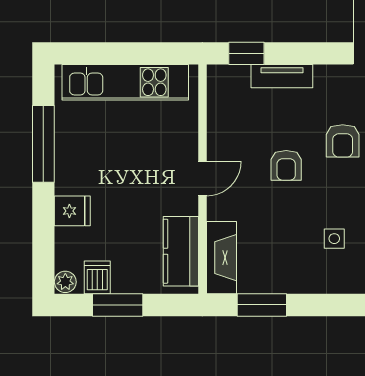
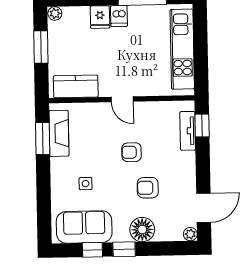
tv unit: (282, 76) -> (188, 131), moved
fireplace: (221, 258) -> (59, 133), moved, turned -90
dishwasher: (97, 277) -> (119, 16), moved, turned 90

